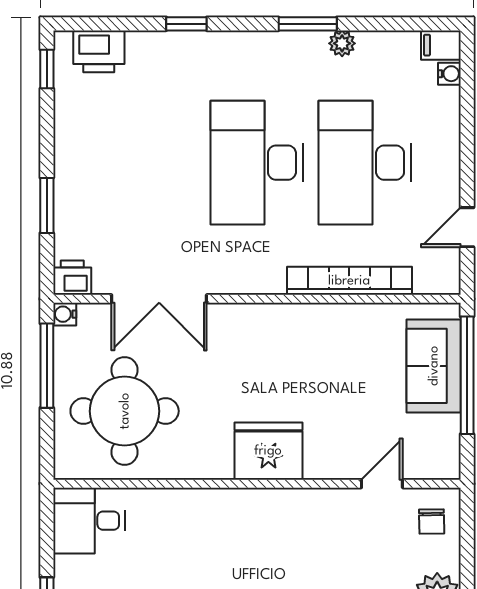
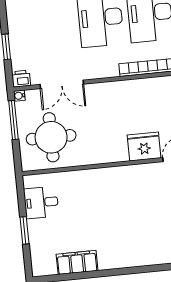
fridge: (268, 451) -> (144, 146), moved
desk: (89, 521) -> (41, 202), moved

